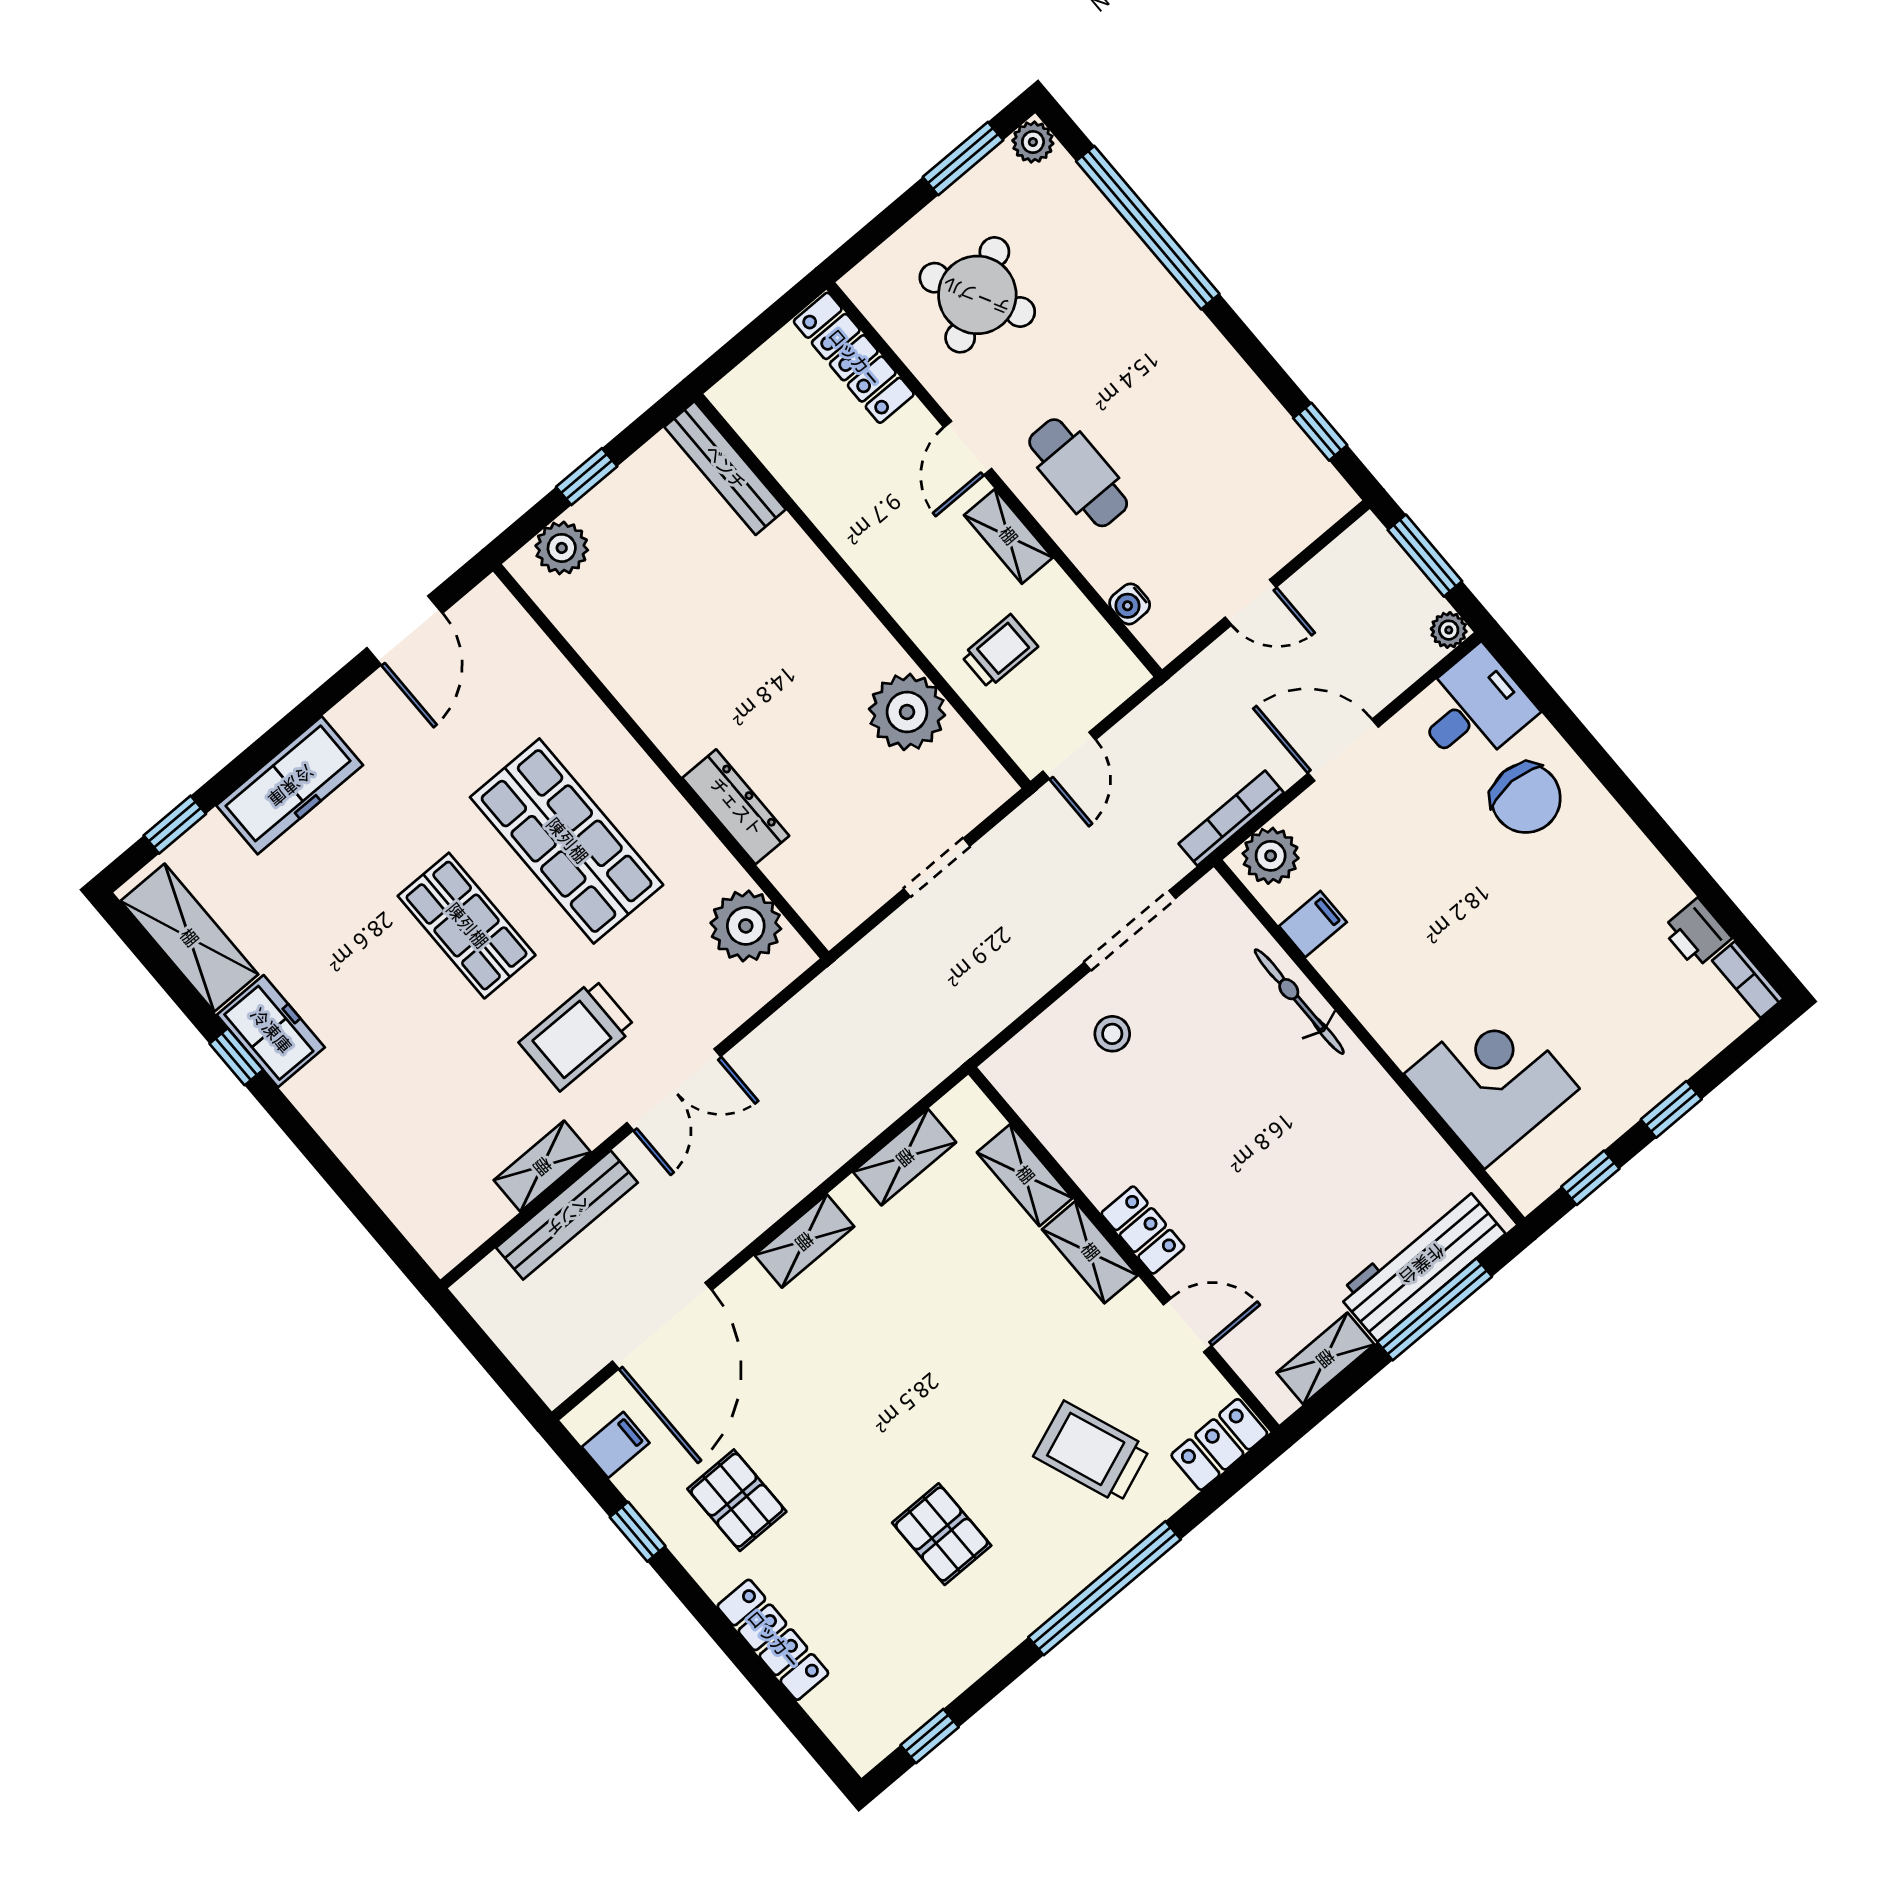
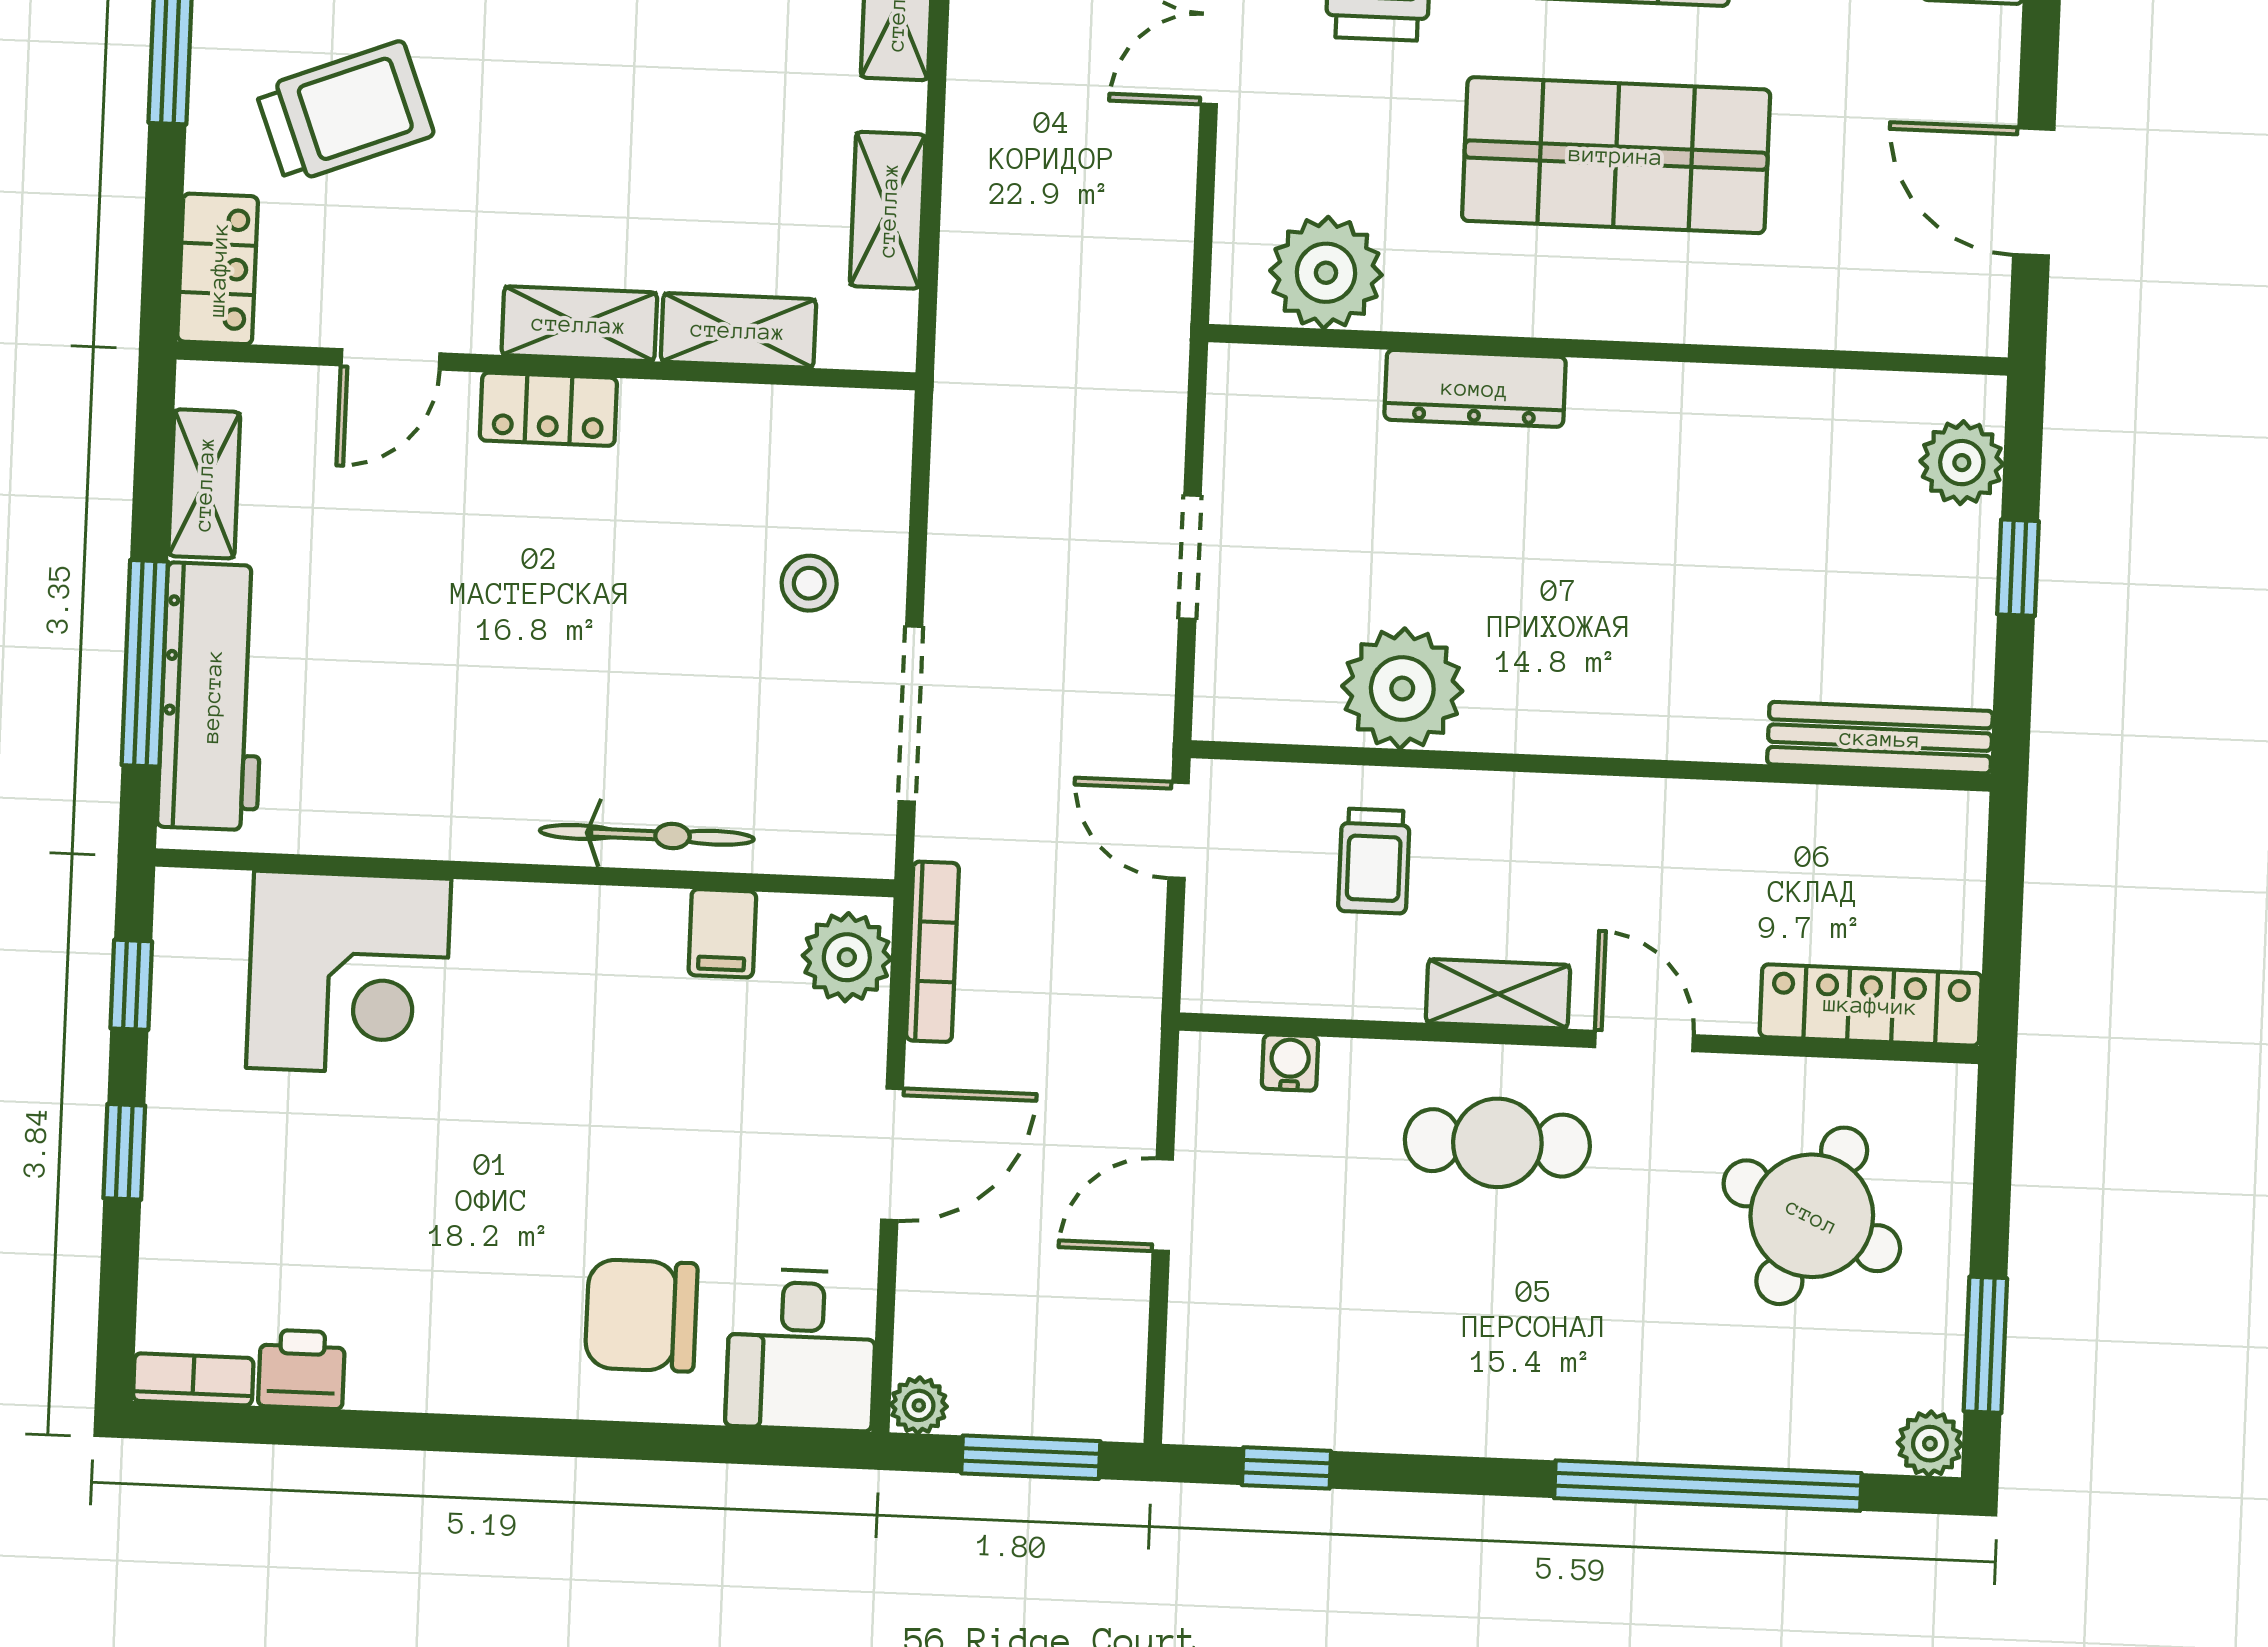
round table: (977, 295) -> (1812, 1216), turned -38

